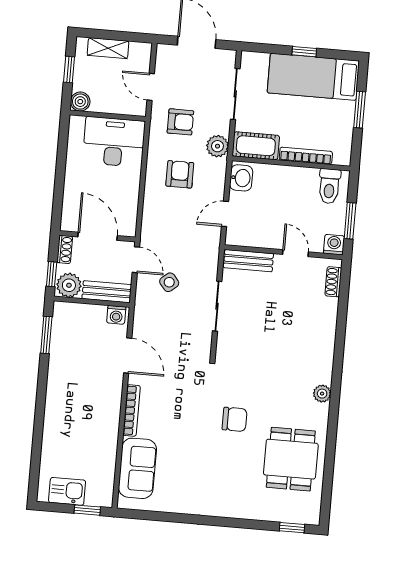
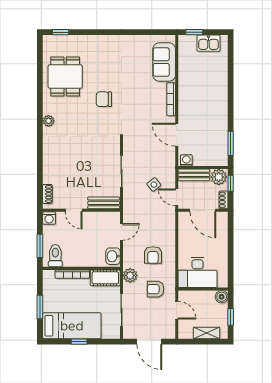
window: (350, 221) -> (40, 246), moved

